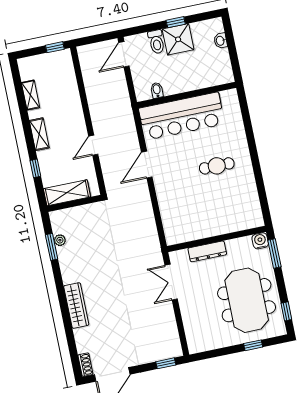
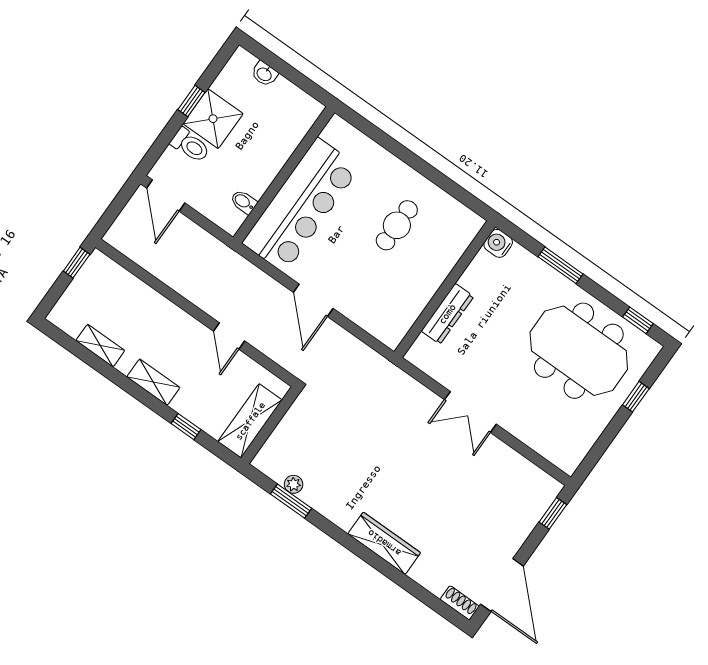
wall: (216, 239) -> (445, 289), moved
water cooler: (260, 241) -> (498, 243), moved
dresser: (207, 251) -> (447, 314), moved

